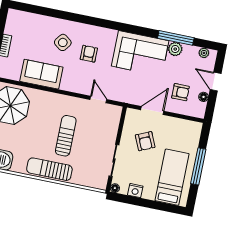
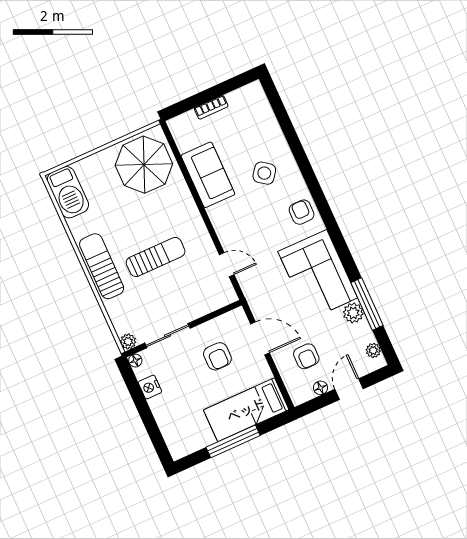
armchair: (89, 54) -> (302, 212), moved, turned -90
door: (98, 100) -> (227, 265), hinge flipped
armchair: (145, 141) -> (217, 356), turned -66
bed: (172, 177) -> (246, 410), moved, turned 180
plant: (101, 184) -> (128, 341), added

